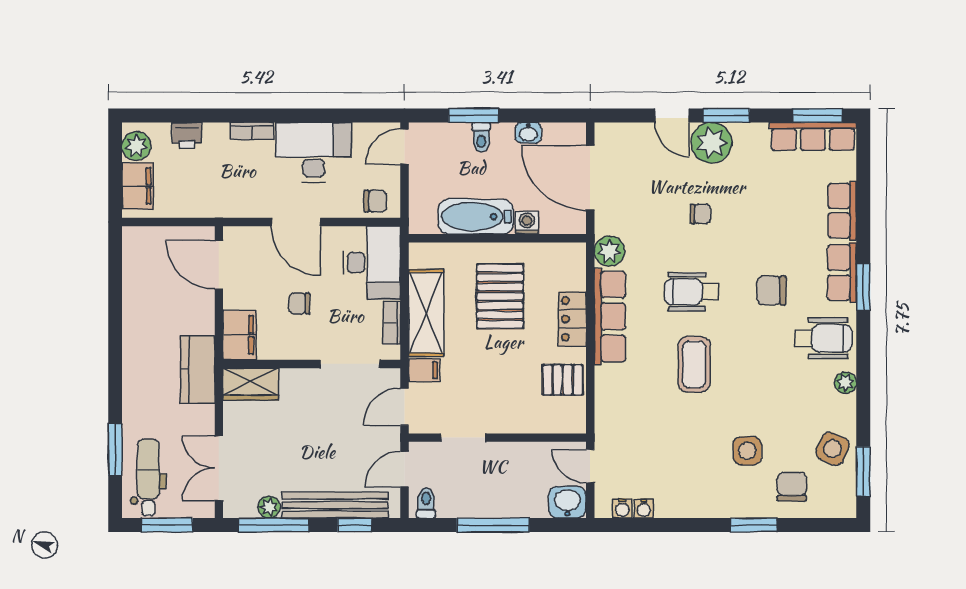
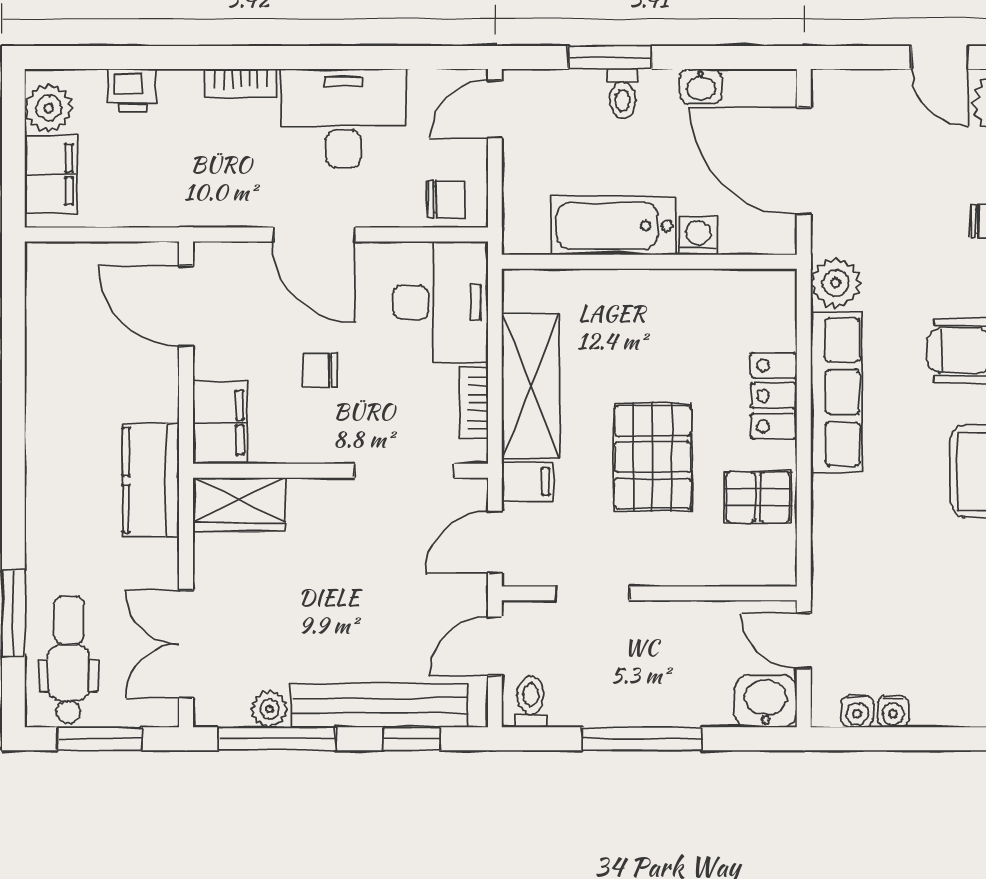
pallet: (500, 296) -> (653, 457), moved

